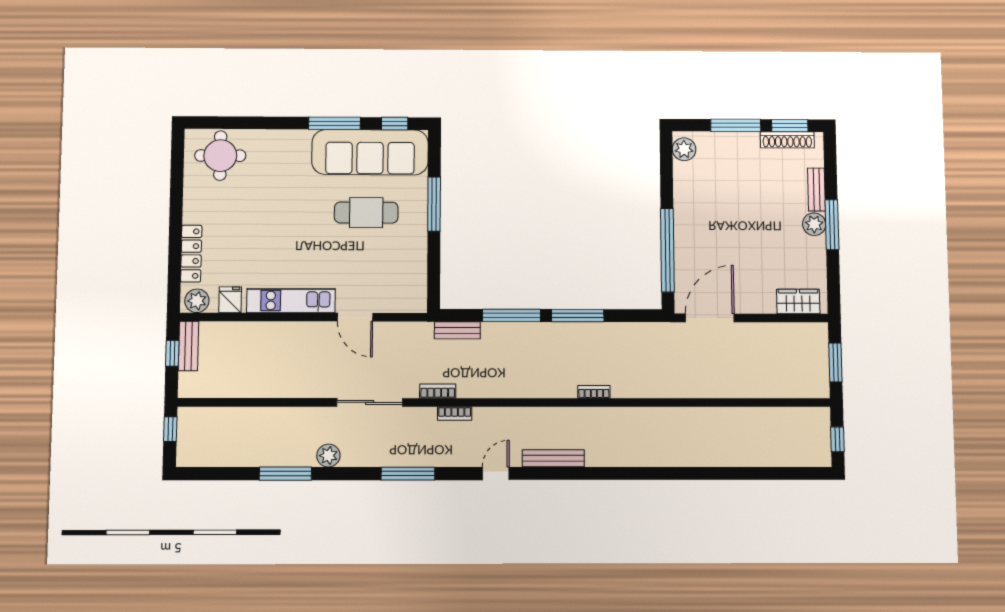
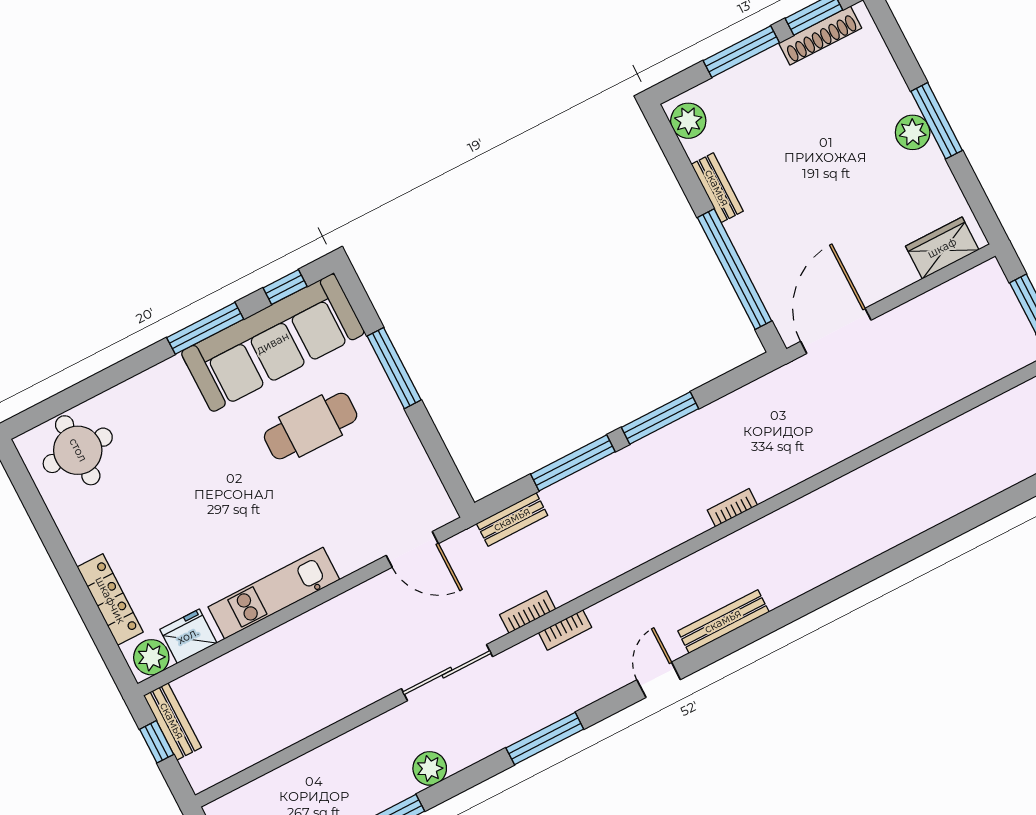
bench: (816, 190) -> (717, 188), moved
fridge: (230, 300) -> (188, 636), width x1.38
door: (355, 317) -> (412, 549), moved

